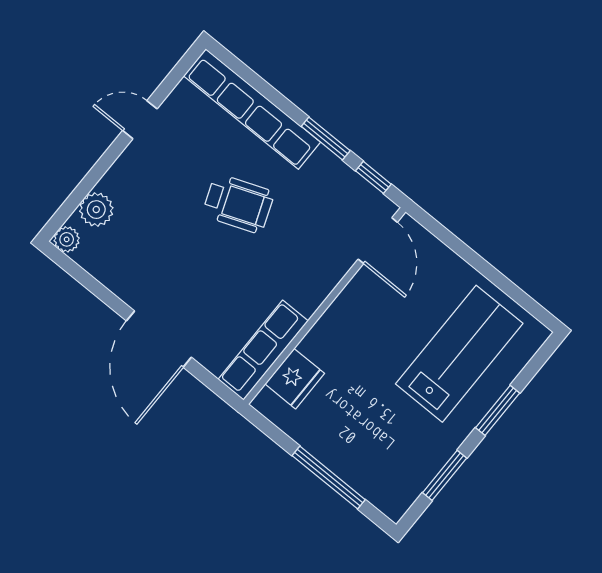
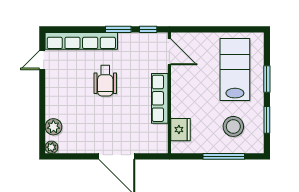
door: (140, 120) -> (42, 60), moved
wheelchair: (238, 204) -> (105, 81), turned 111
row of seats: (263, 350) -> (160, 98), moved
stool: (383, 442) -> (233, 126), added

